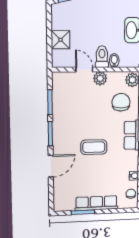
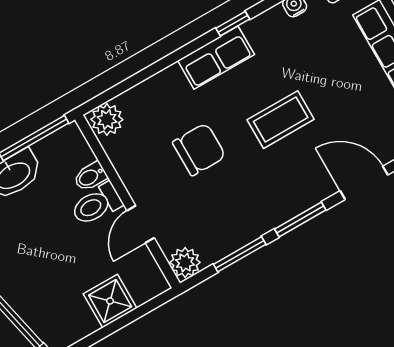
plant: (100, 78) -> (185, 262), moved
chair: (121, 102) -> (199, 149), moved, turned 180
coffee table: (94, 147) -> (281, 120), turned 90

